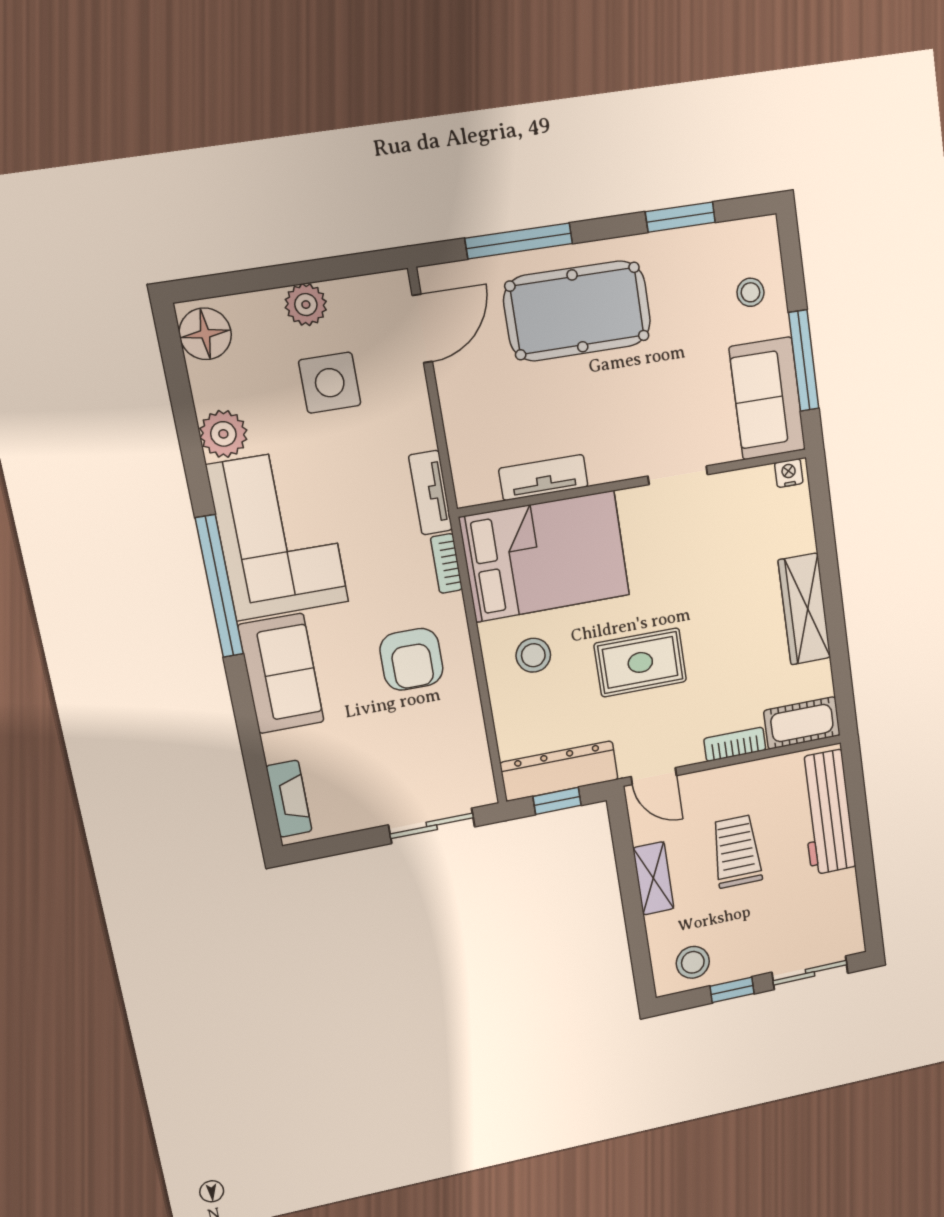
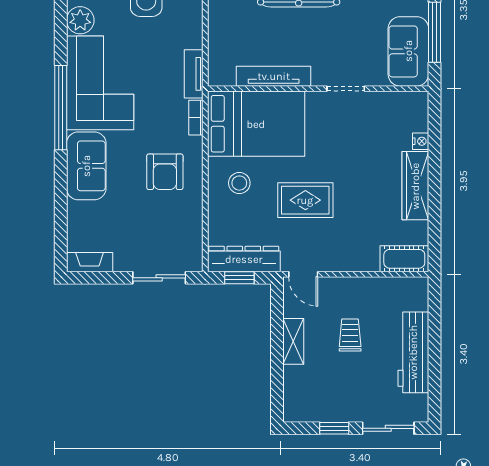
nightstand: (789, 473) -> (421, 141), moved, turned 90
tv unit: (543, 478) -> (274, 76), width x1.41
bookcase: (735, 744) -> (358, 264), removed
fireplace: (289, 799) -> (90, 262), moved, turned -90
workbench: (827, 812) -> (413, 352), moved
trolley: (737, 852) -> (350, 335), width x0.73, depth x0.72
stool: (693, 962) -> (311, 403), removed

